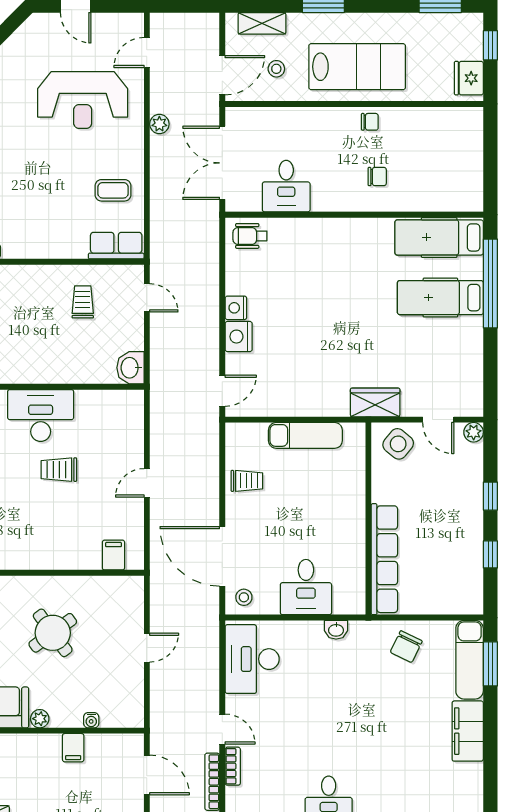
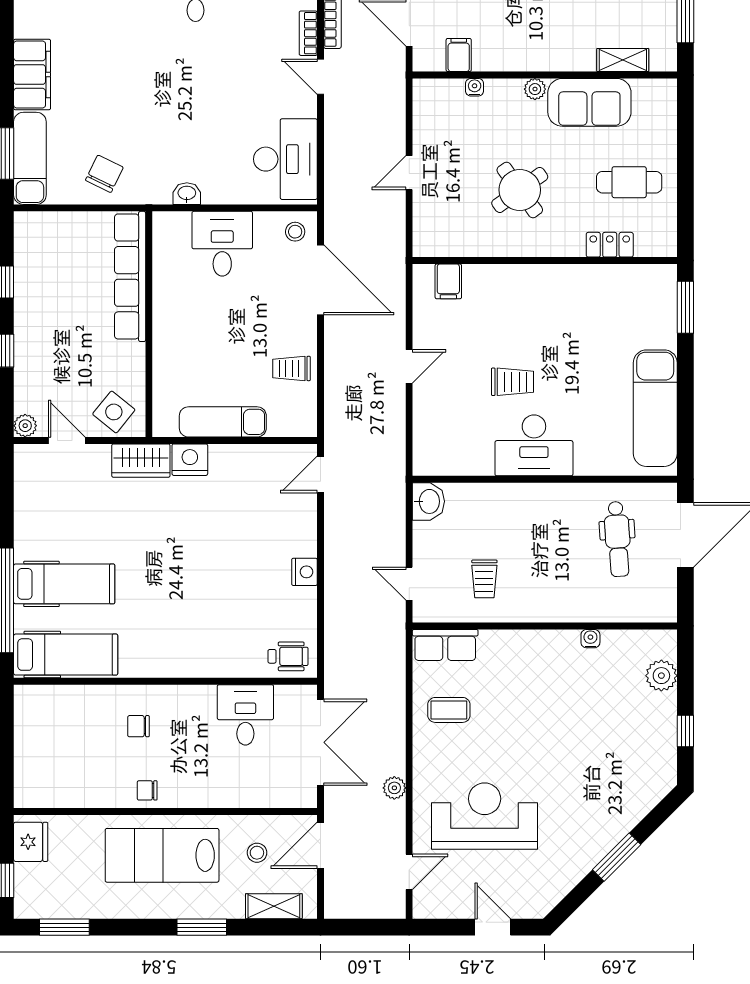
nightstand: (239, 337) -> (190, 460), moved, turned -90
filing cabinet: (73, 748) -> (459, 55), moved

